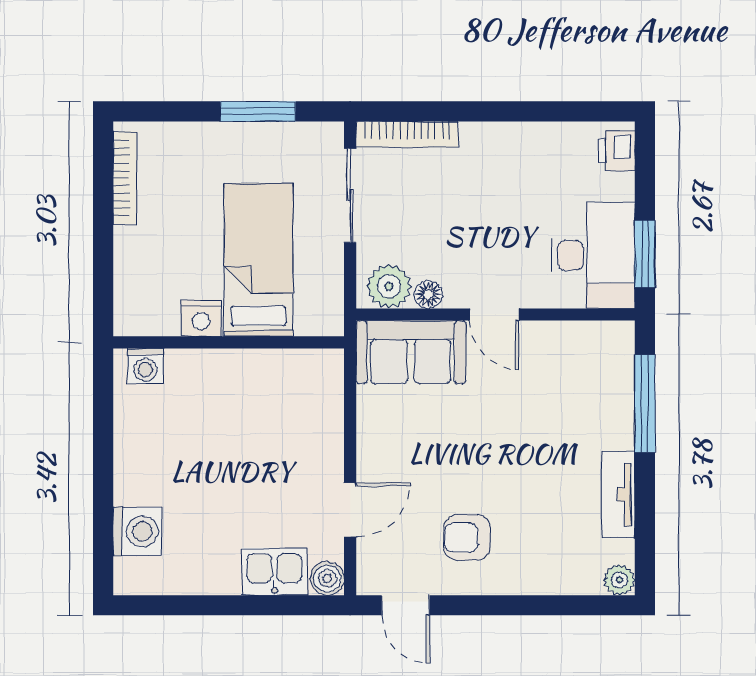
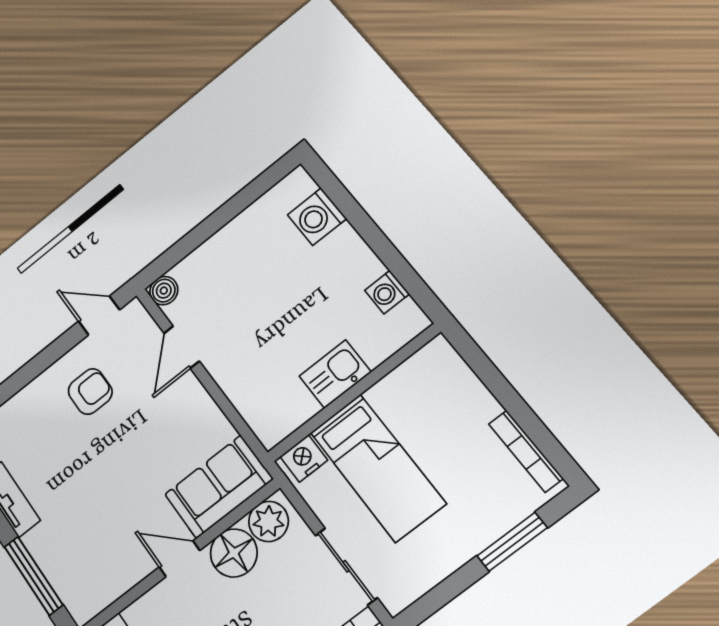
window: (258, 111) -> (512, 542), moved
floor lamp: (428, 294) -> (234, 553), width x1.89, depth x1.89
nightstand: (201, 318) -> (304, 458), moved
washing machine: (145, 366) -> (387, 292), moved, turned -90
kitchen sink: (274, 572) -> (335, 374), moved, turned 180

